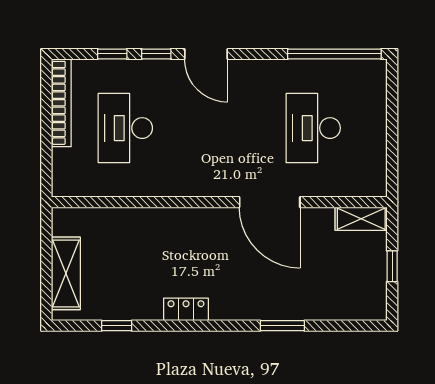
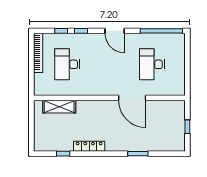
door: (206, 54) -> (115, 31), moved
shelving: (361, 219) -> (174, 105), removed
shelving: (66, 273) -> (59, 107), moved, turned 90
locker: (186, 309) -> (89, 146), width x1.53

